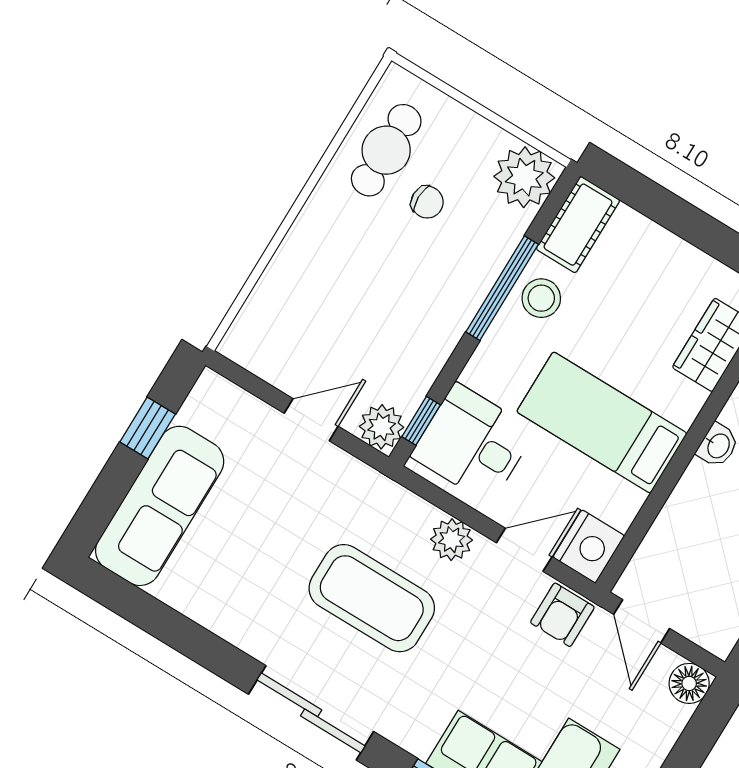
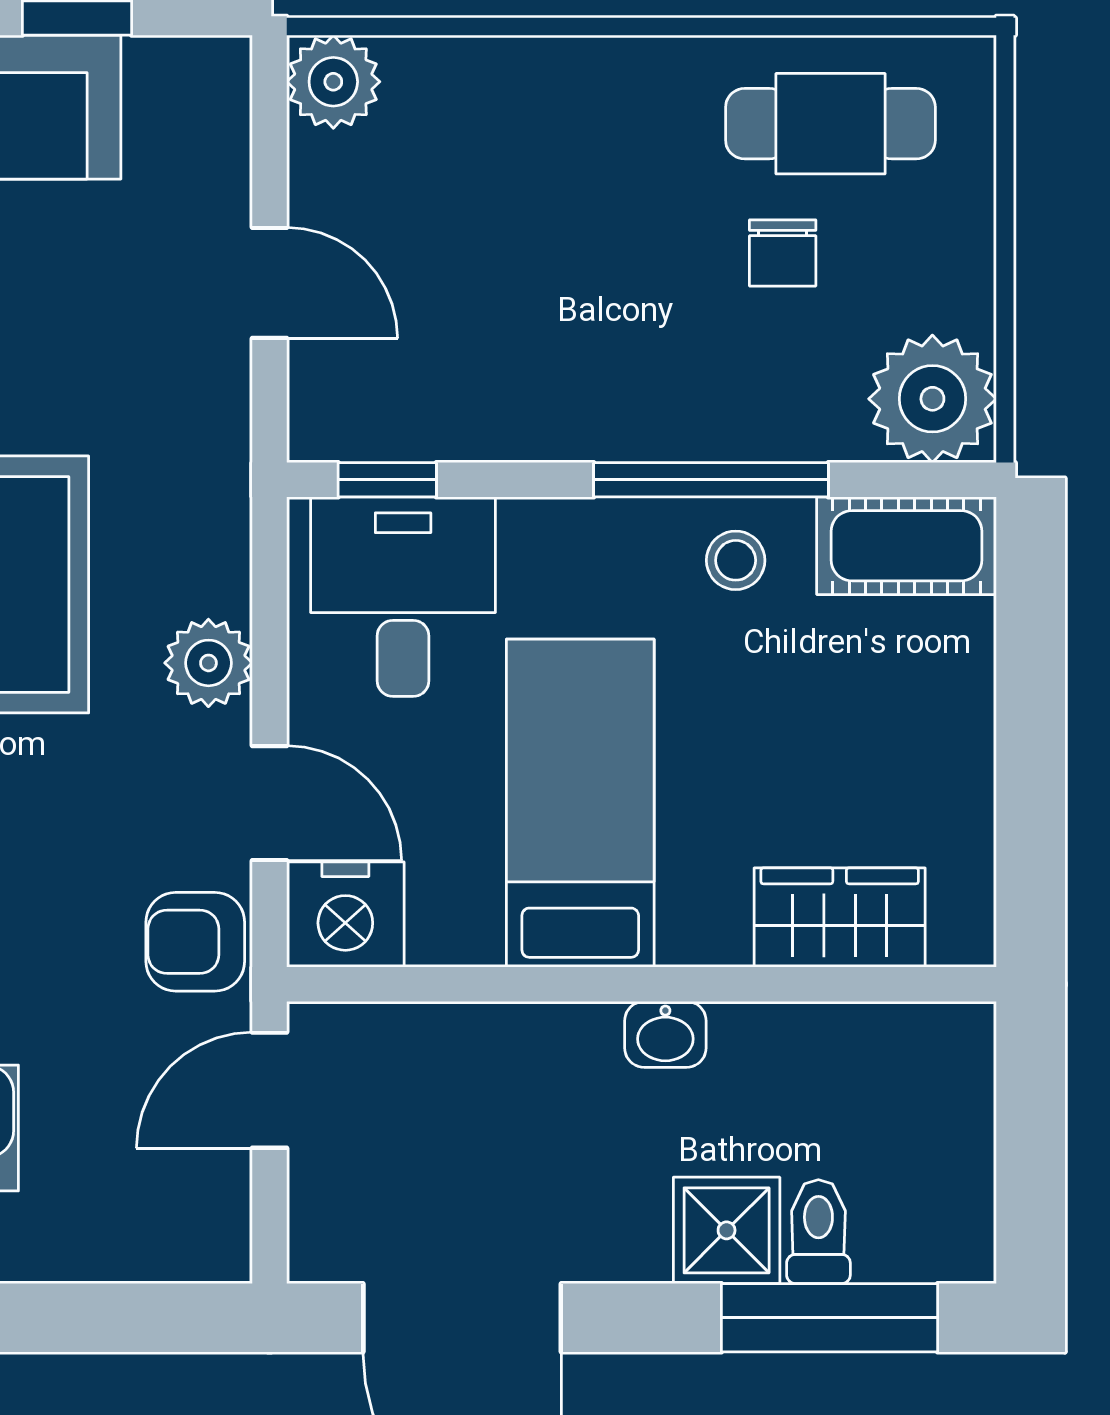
stool: (541, 298) -> (736, 560), width x0.73, depth x0.73
plant: (382, 427) -> (333, 82), moved
floor lamp: (689, 683) -> (211, 1242), removed

